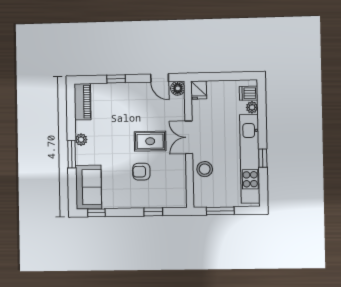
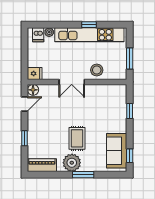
plant: (81, 140) -> (72, 163), width x1.87, depth x1.87
rug: (150, 141) -> (77, 138), moved
armchair: (141, 172) -> (98, 120), removed
sofa: (89, 187) -> (117, 151), moved, turned -90

